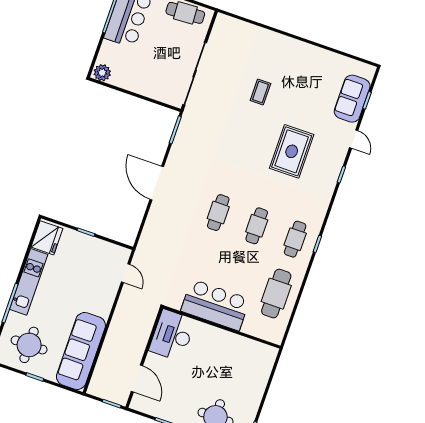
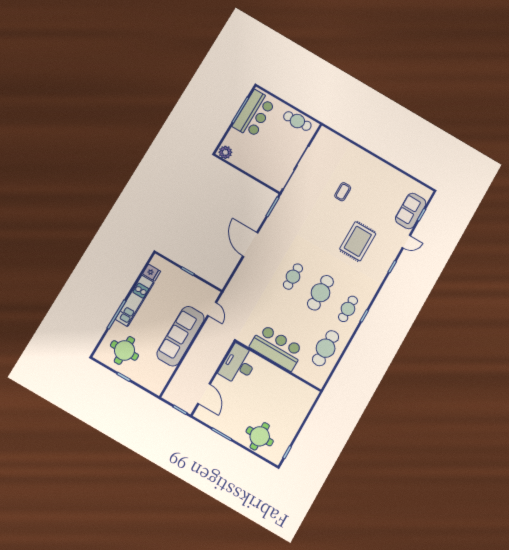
door: (354, 139) -> (406, 242), hinge flipped
cafe table: (257, 226) -> (320, 293), width x1.37, depth x1.35
fridge: (47, 238) -> (152, 273), width x0.53, depth x0.75
sofa: (81, 351) -> (181, 336), moved

